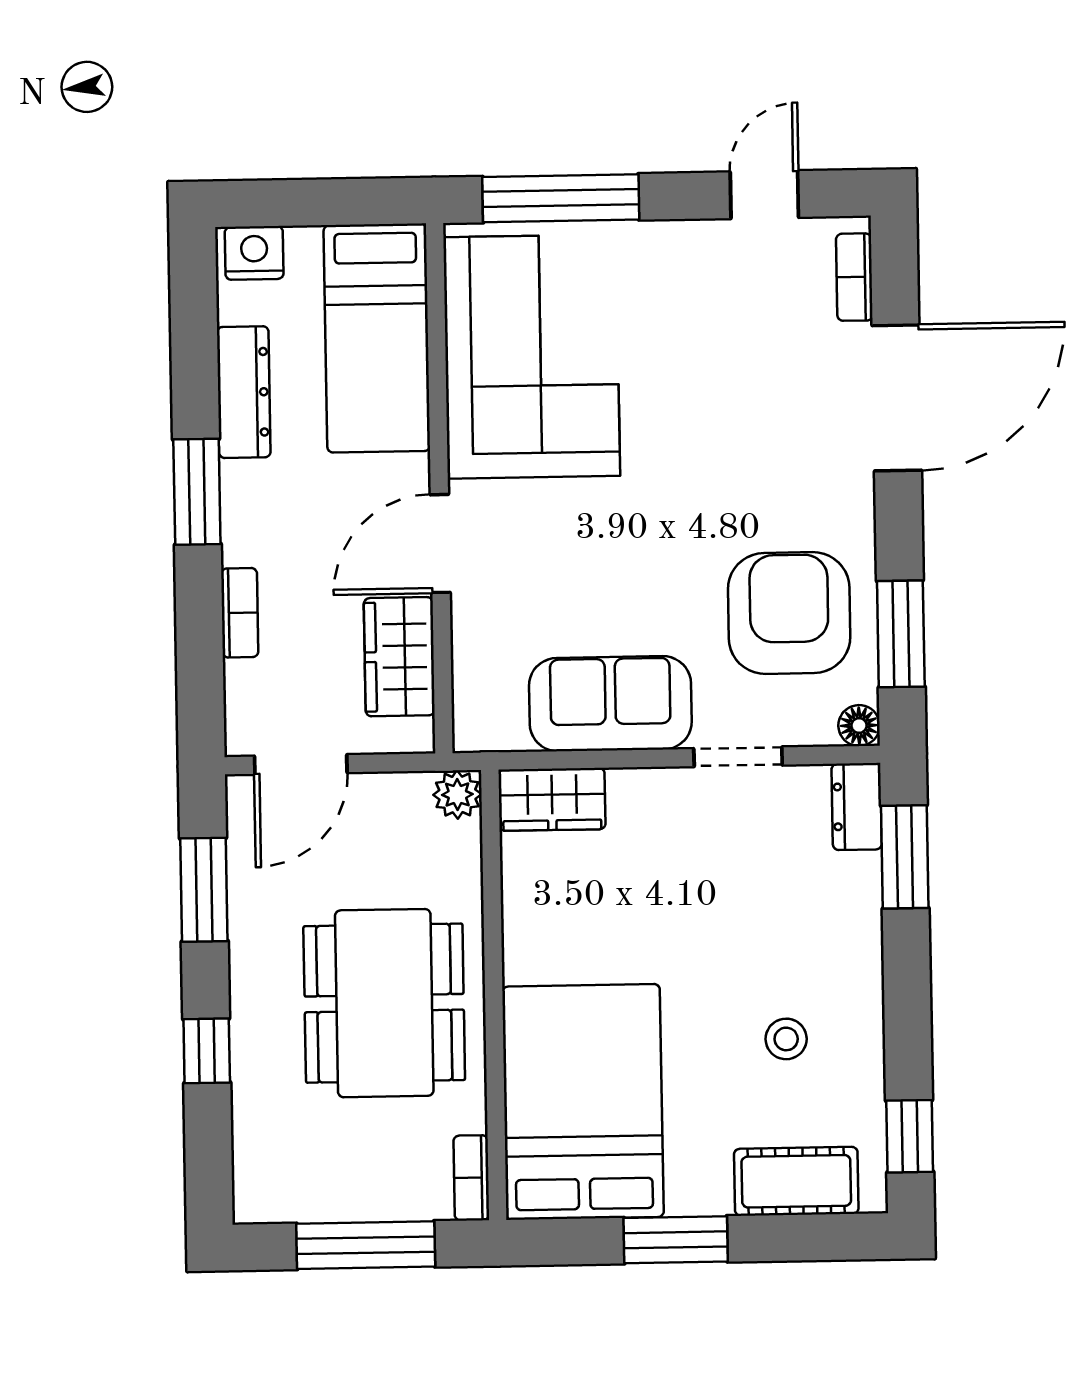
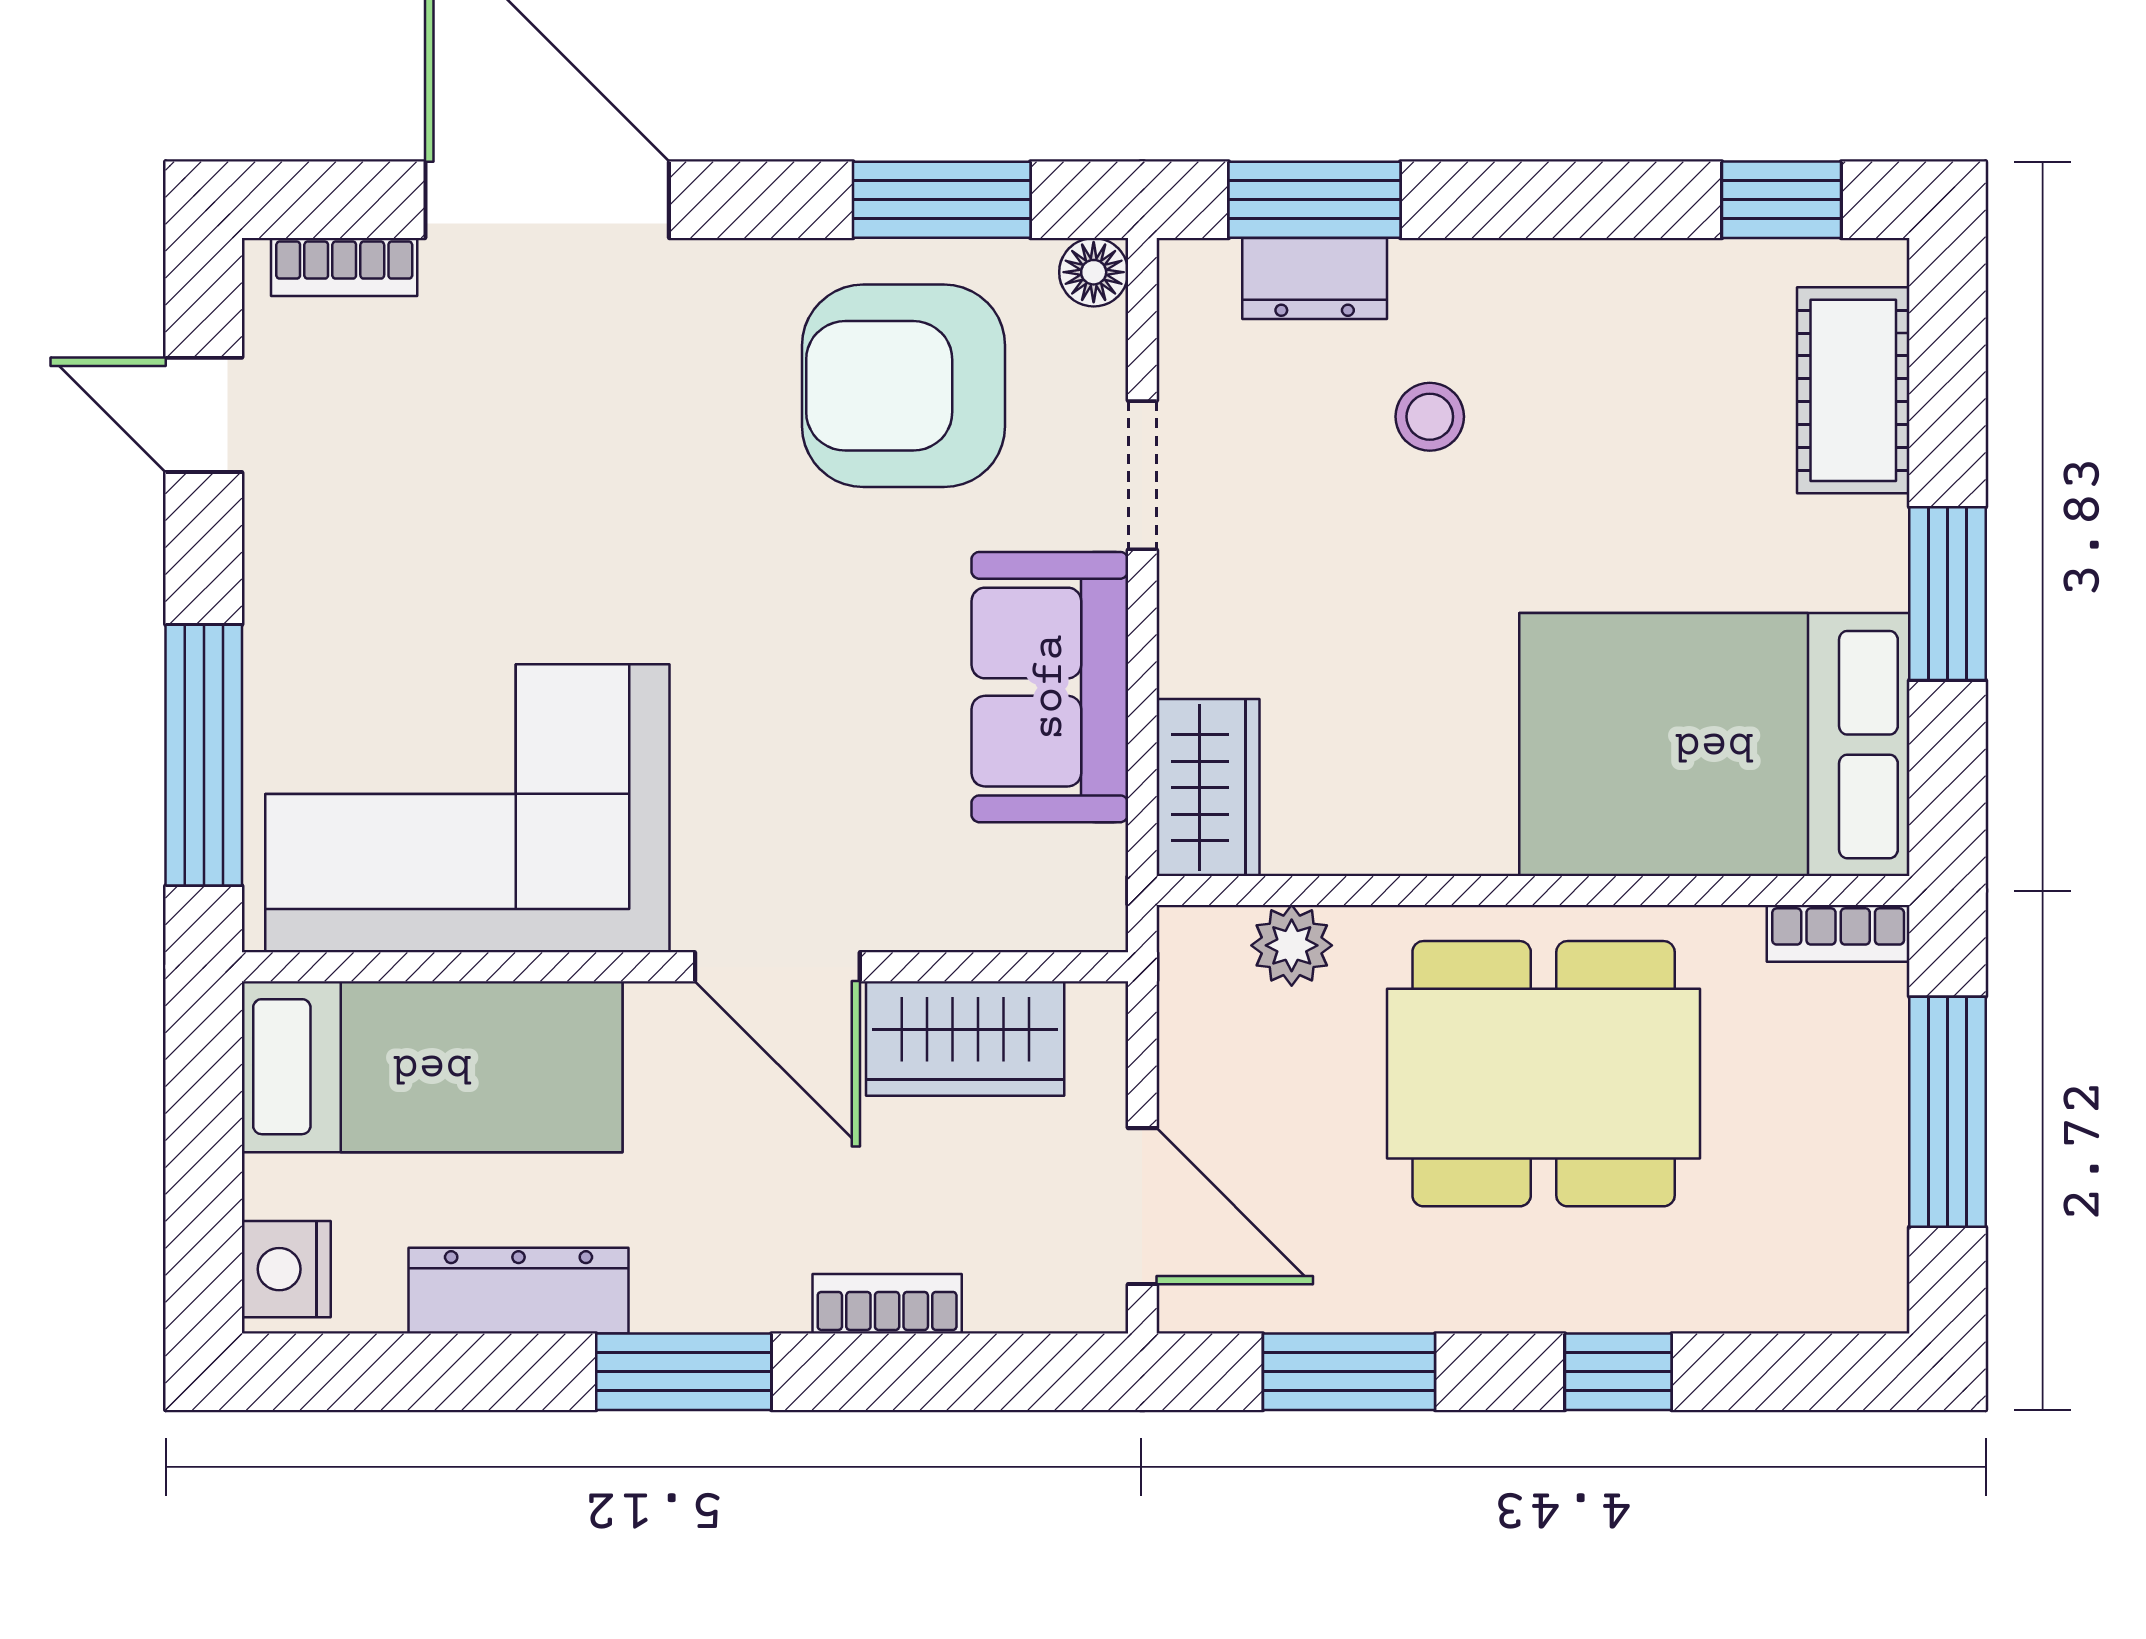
plant: (457, 795) -> (1292, 945), moved
dresser: (857, 807) -> (1315, 279), moved
stool: (786, 1039) -> (1430, 417), moved

